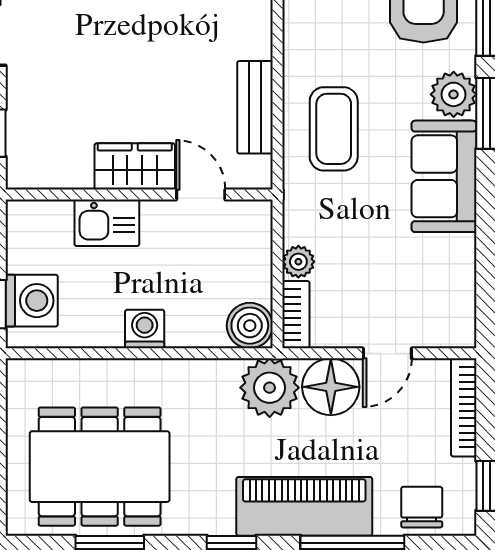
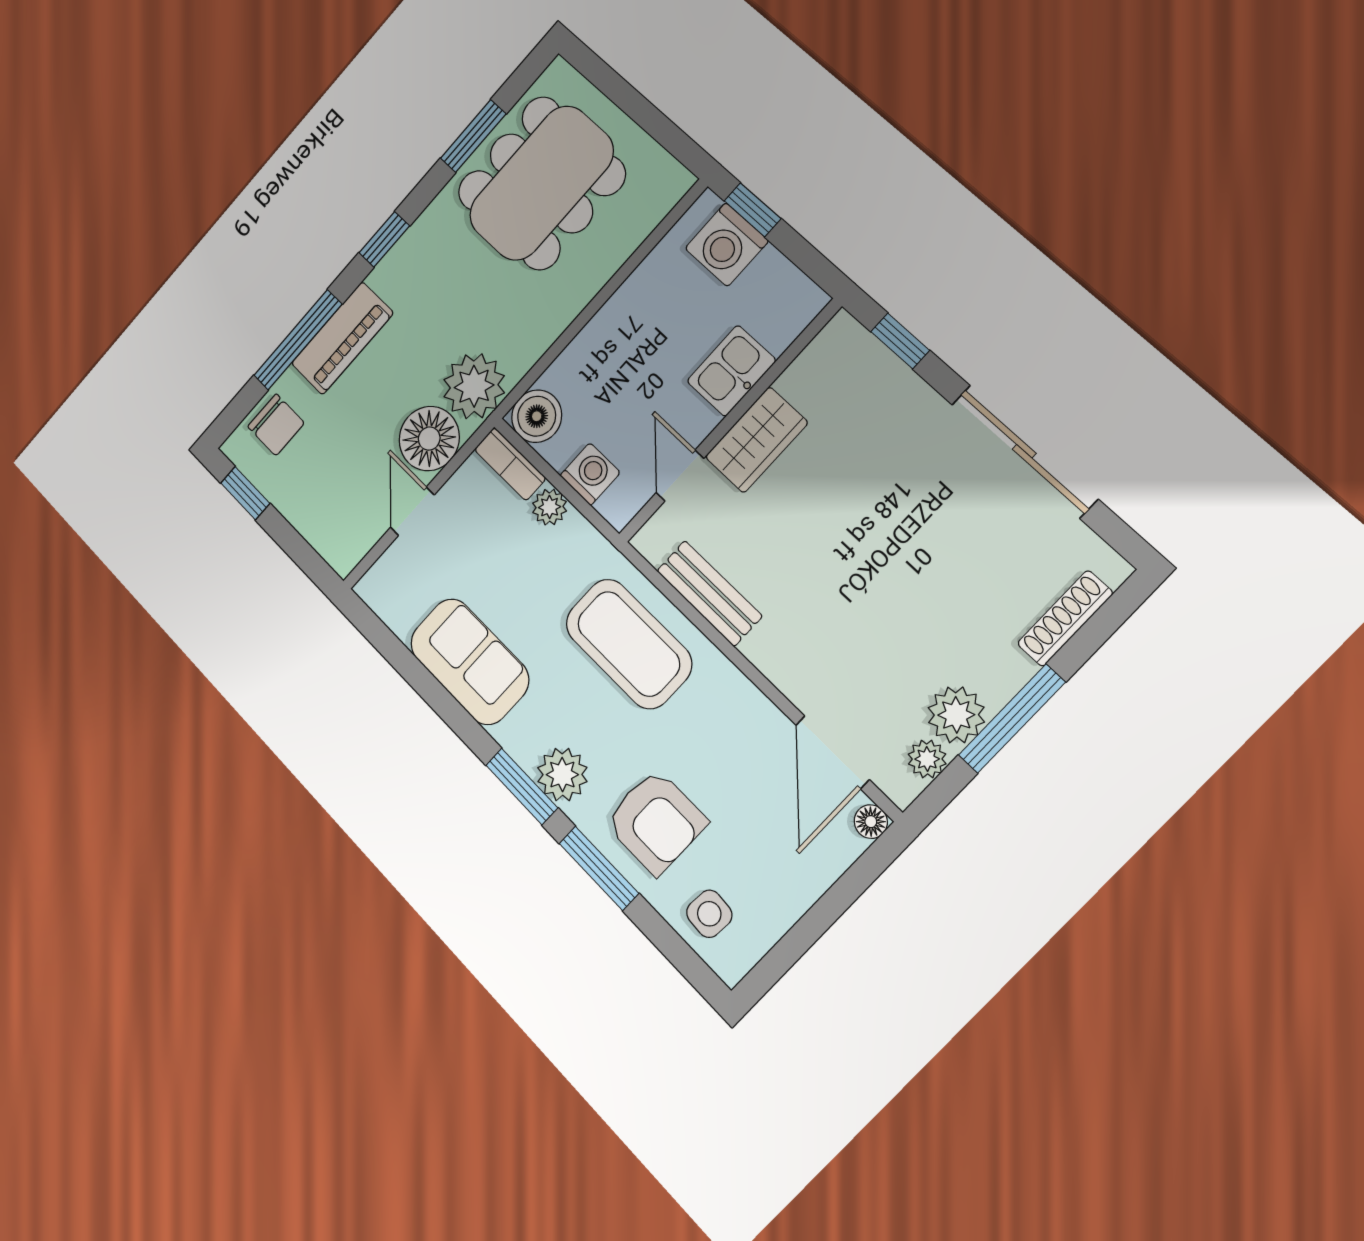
coffee table: (334, 129) -> (629, 644), width x1.36, depth x1.32
sofa: (444, 176) -> (469, 662), moved
door: (201, 195) -> (680, 476), swing flipped
washing machine: (145, 329) -> (590, 474), moved, turned -90
bookcase: (464, 407) -> (317, 533), removed
piano: (304, 506) -> (342, 338), width x0.73, depth x0.75

